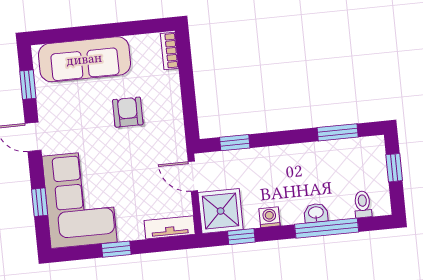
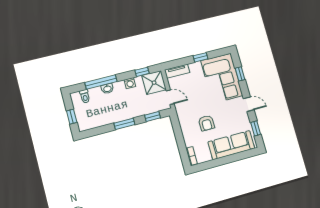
window: (338, 132) -> (124, 124), moved

